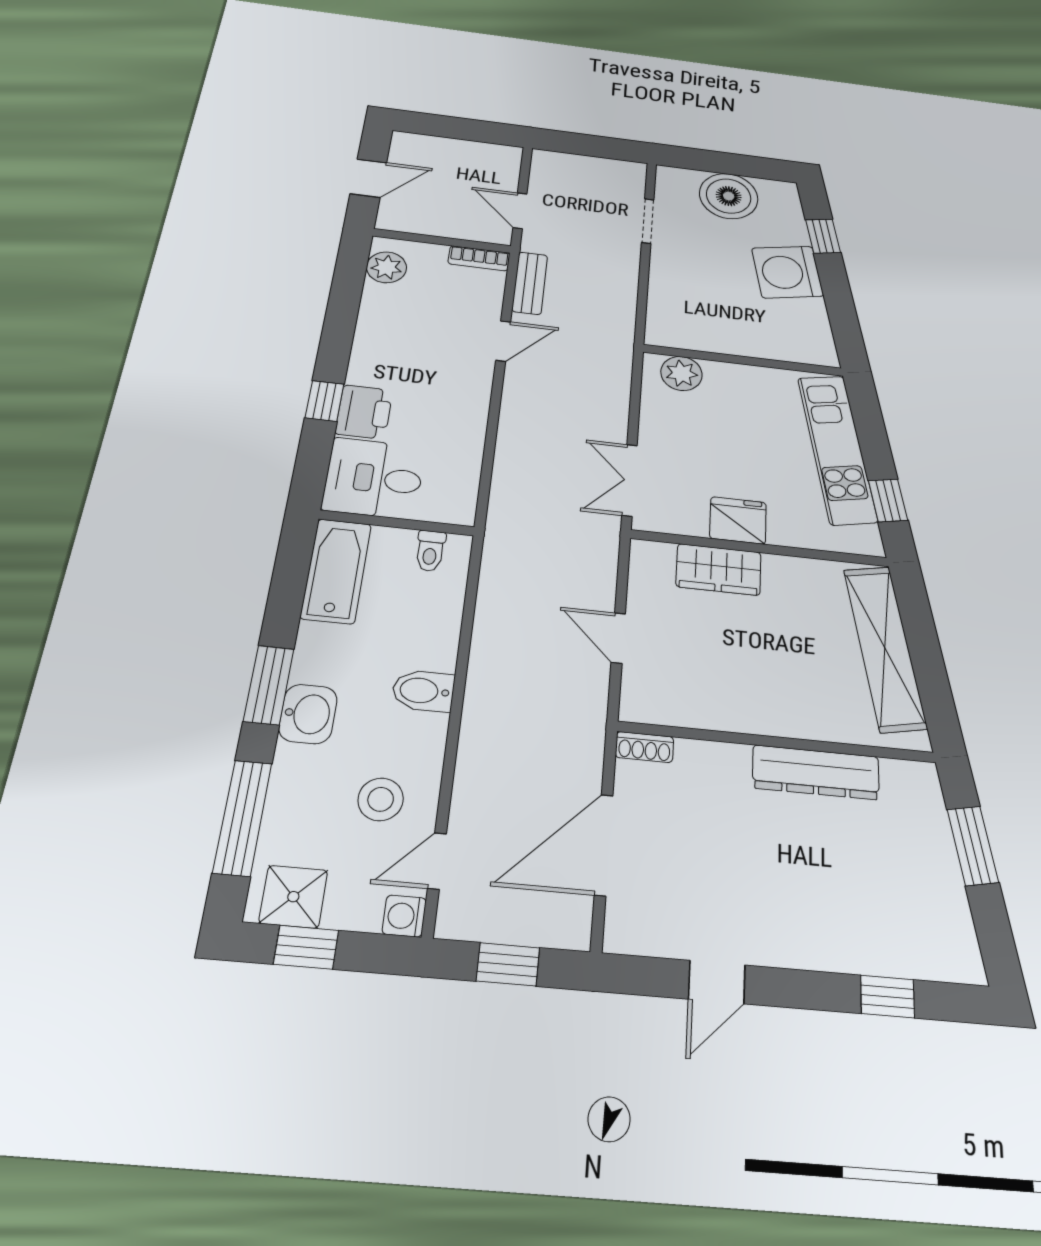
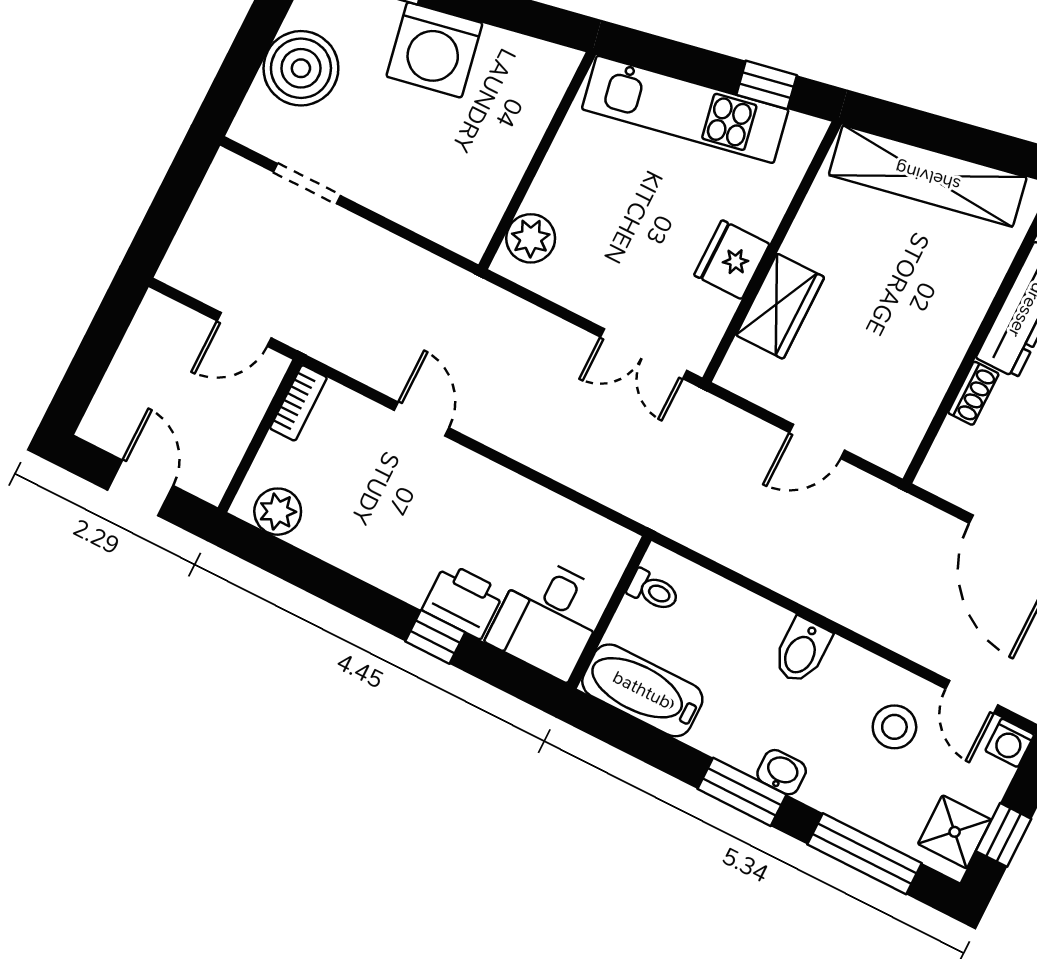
bench: (530, 283) -> (352, 359), removed
washbasin: (308, 714) -> (782, 772), width x0.72, depth x0.69
shoe rack: (644, 747) -> (973, 393), moved

